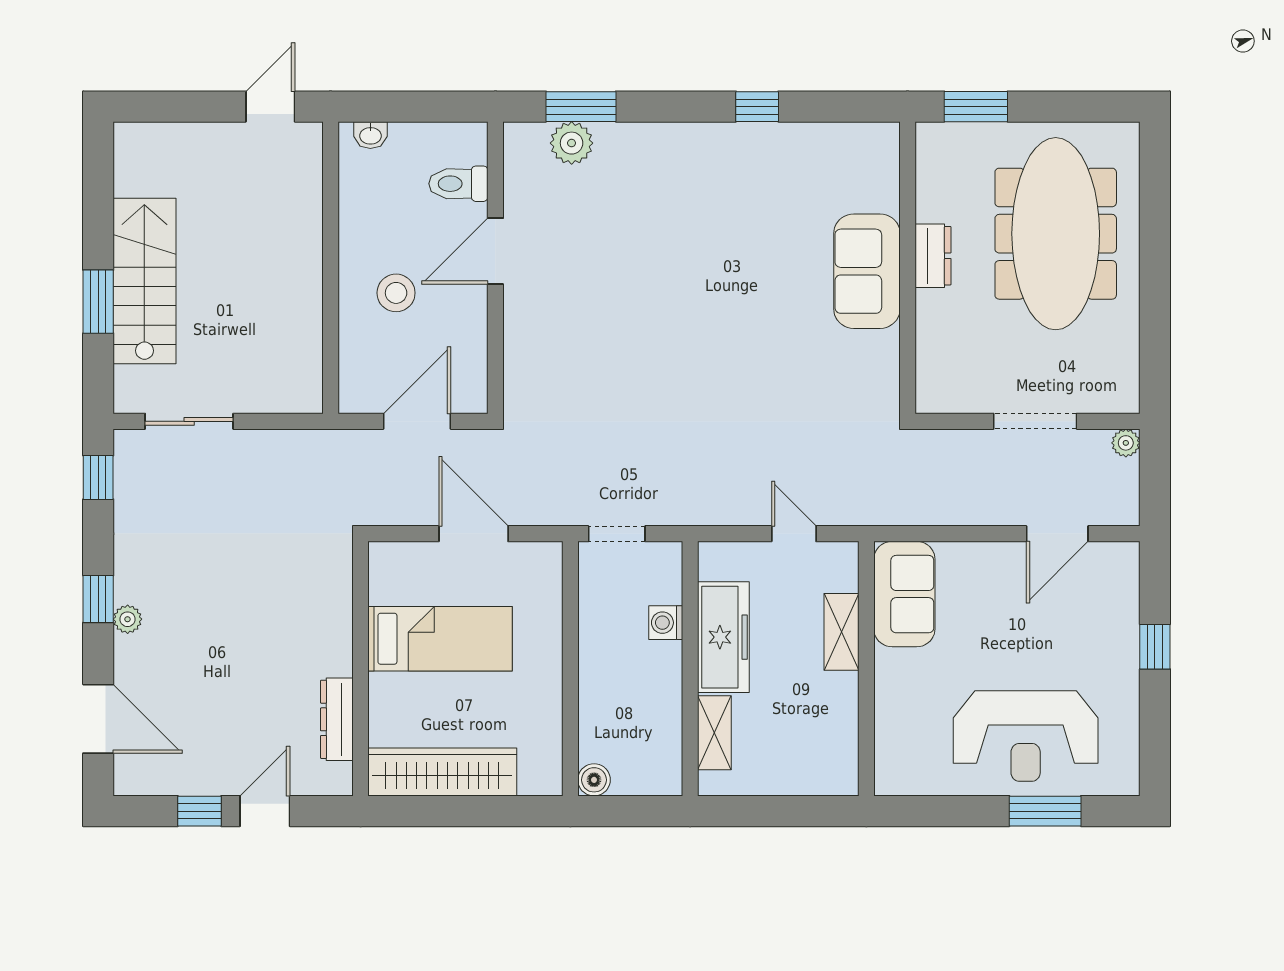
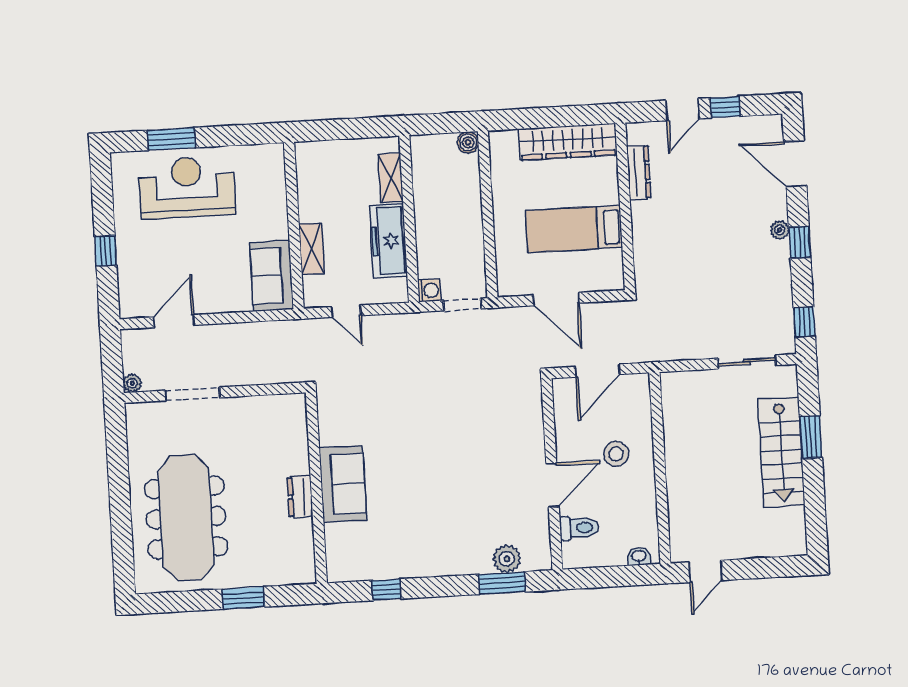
dresser: (933, 256) -> (300, 497), moved
wall: (908, 268) -> (316, 488), moved
sofa: (867, 271) -> (343, 484), moved
washing machine: (666, 623) -> (429, 290), moved

